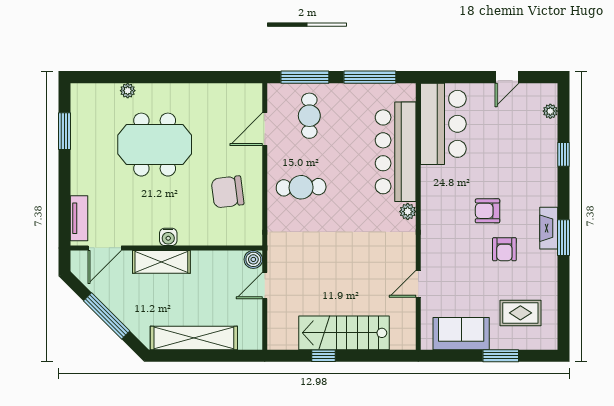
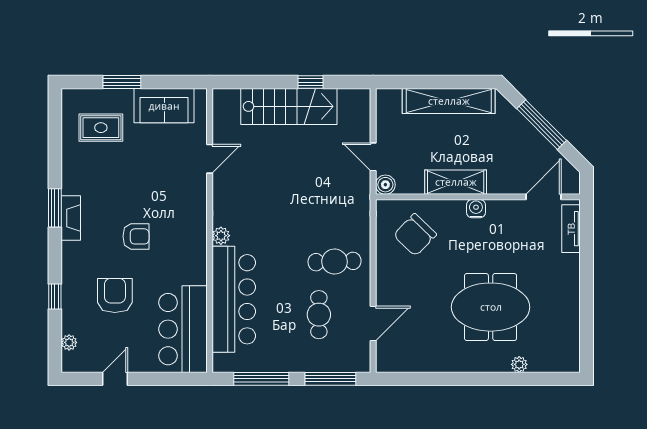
cafe table: (309, 116) -> (319, 315), moved
window: (64, 131) -> (587, 321), removed
chair: (228, 192) -> (415, 235), moved, turned 141
armchair: (504, 249) -> (115, 296), moved, width x1.38, depth x1.38
shelving: (161, 262) -> (456, 182), moved
door: (265, 285) -> (373, 157), swing flipped

